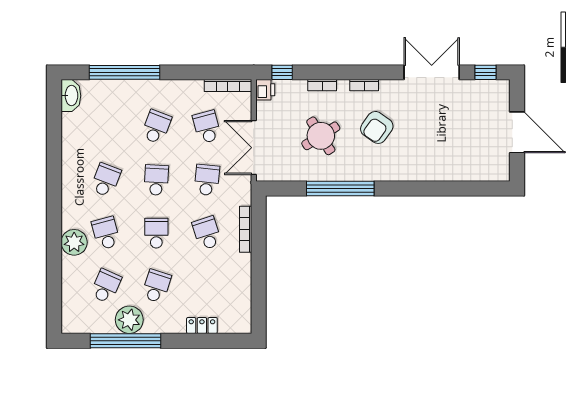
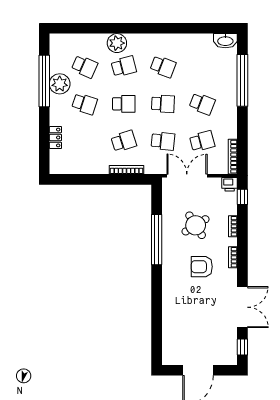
armchair: (377, 127) -> (202, 267), turned -35

